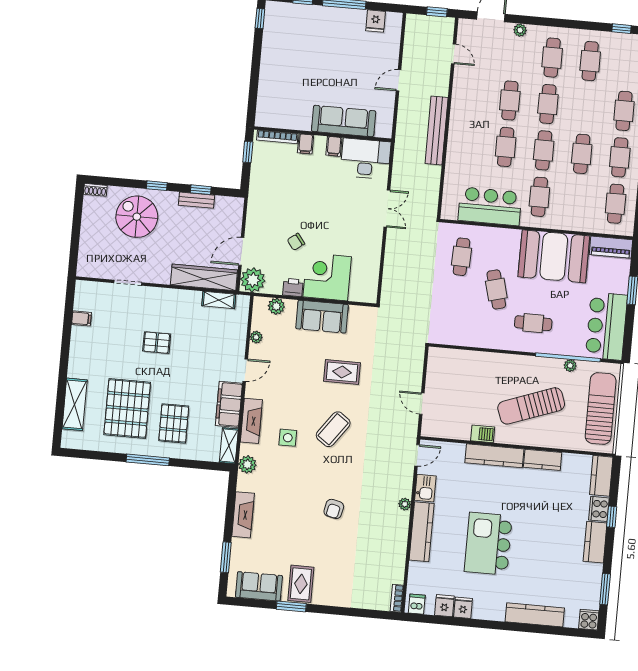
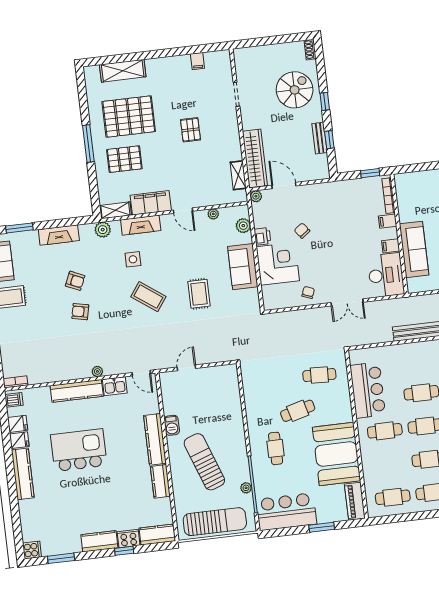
chair: (367, 250) -> (308, 292), added
plant: (253, 280) -> (256, 196), width x0.53, depth x0.53
armchair: (298, 507) -> (75, 281), added
kitchen counter: (535, 615) -> (23, 474), moved

